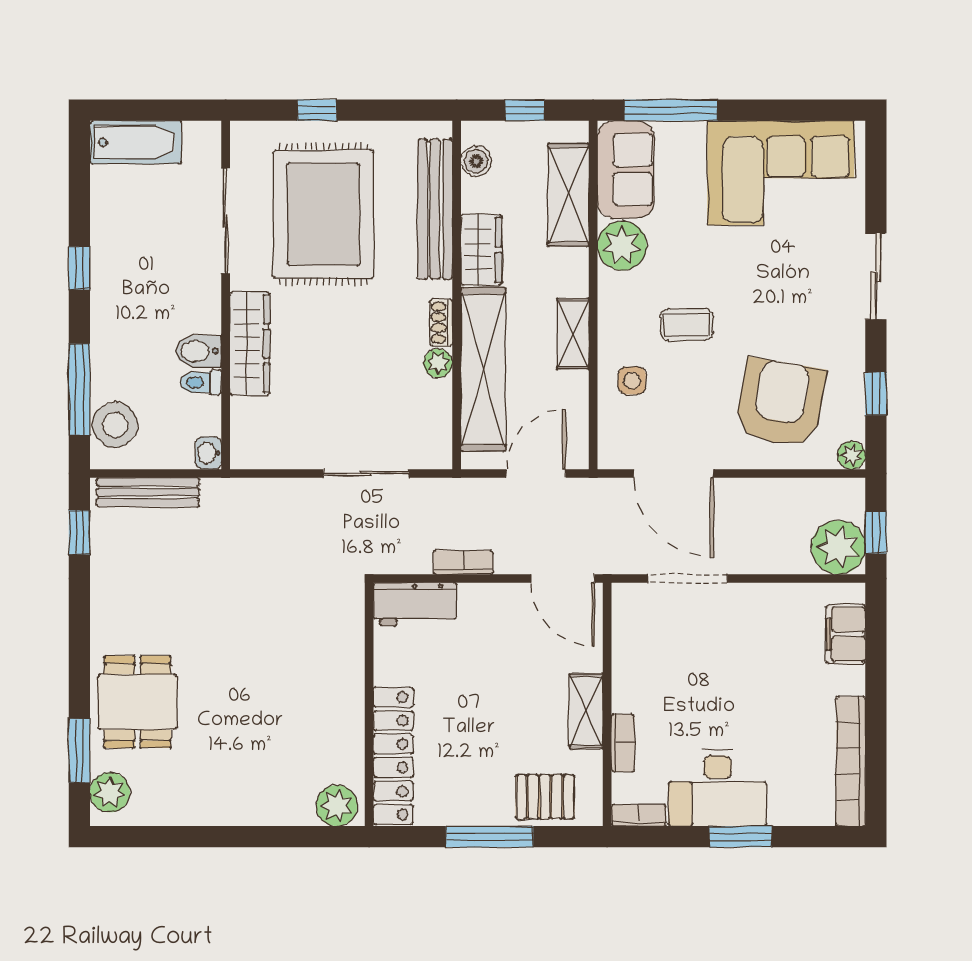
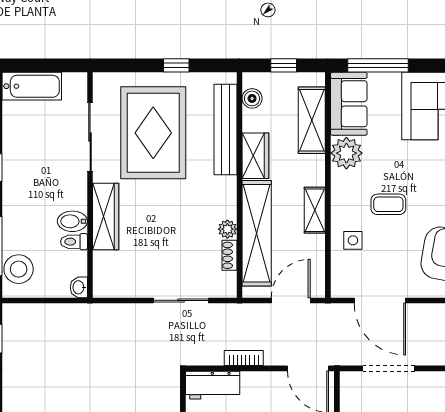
window: (317, 110) -> (176, 65), moved
shoe rack: (441, 323) -> (229, 255), moved
bench: (148, 492) -> (40, 313), removed

